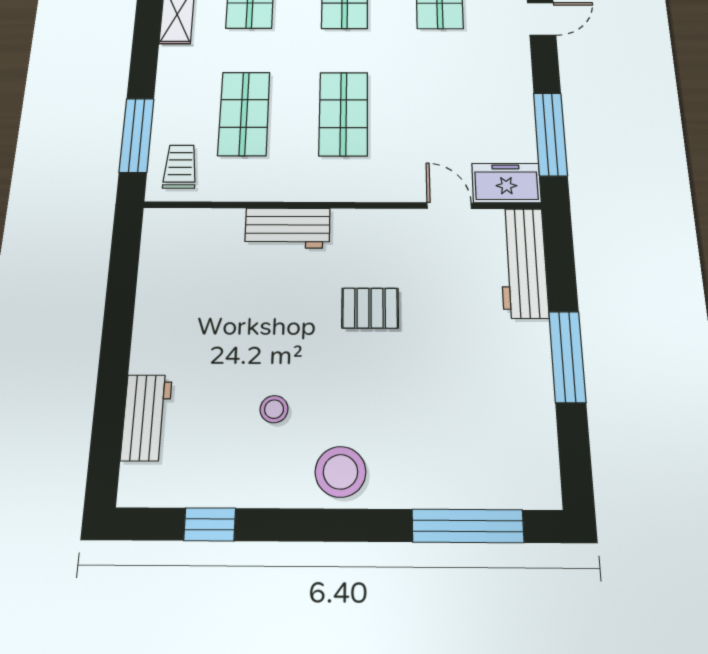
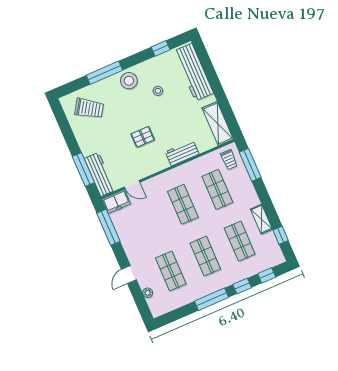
shelving: (162, 260) -> (218, 124), added
window: (567, 357) -> (83, 169), moved
workbench: (146, 417) -> (194, 72), width x1.88, depth x1.32
trolley: (484, 444) -> (89, 108), added
window: (468, 526) -> (104, 73), moved

